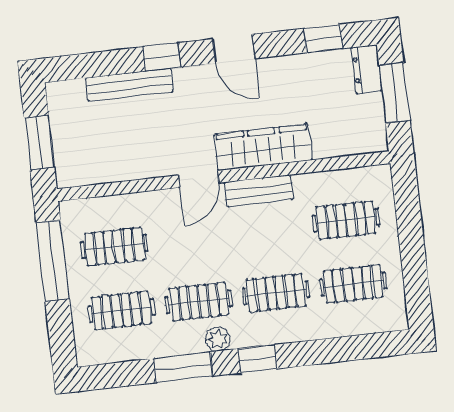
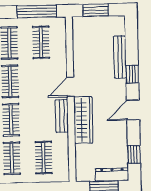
dresser: (367, 69) -> (112, 175), width x1.44
door: (199, 179) -> (70, 87), hinge flipped

